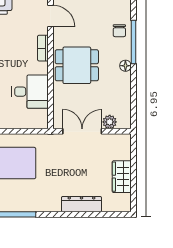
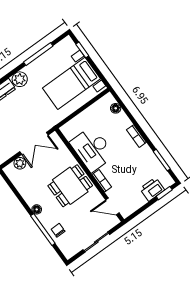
desk: (30, 92) -> (92, 149), width x1.37
plant: (51, 203) -> (20, 79), added

